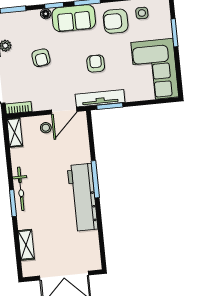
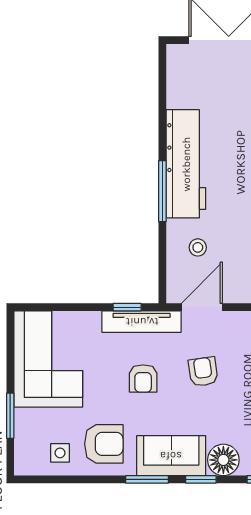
floor lamp: (46, 14) -> (223, 460), width x1.89, depth x1.89
armchair: (41, 58) -> (203, 372), moved
window: (110, 106) -> (127, 307), width x0.67
stool: (46, 128) -> (198, 247), moved

